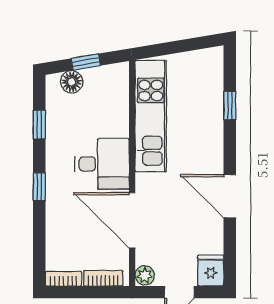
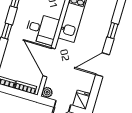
window: (230, 106) -> (113, 31), moved
door: (230, 196) -> (103, 65), hinge flipped

